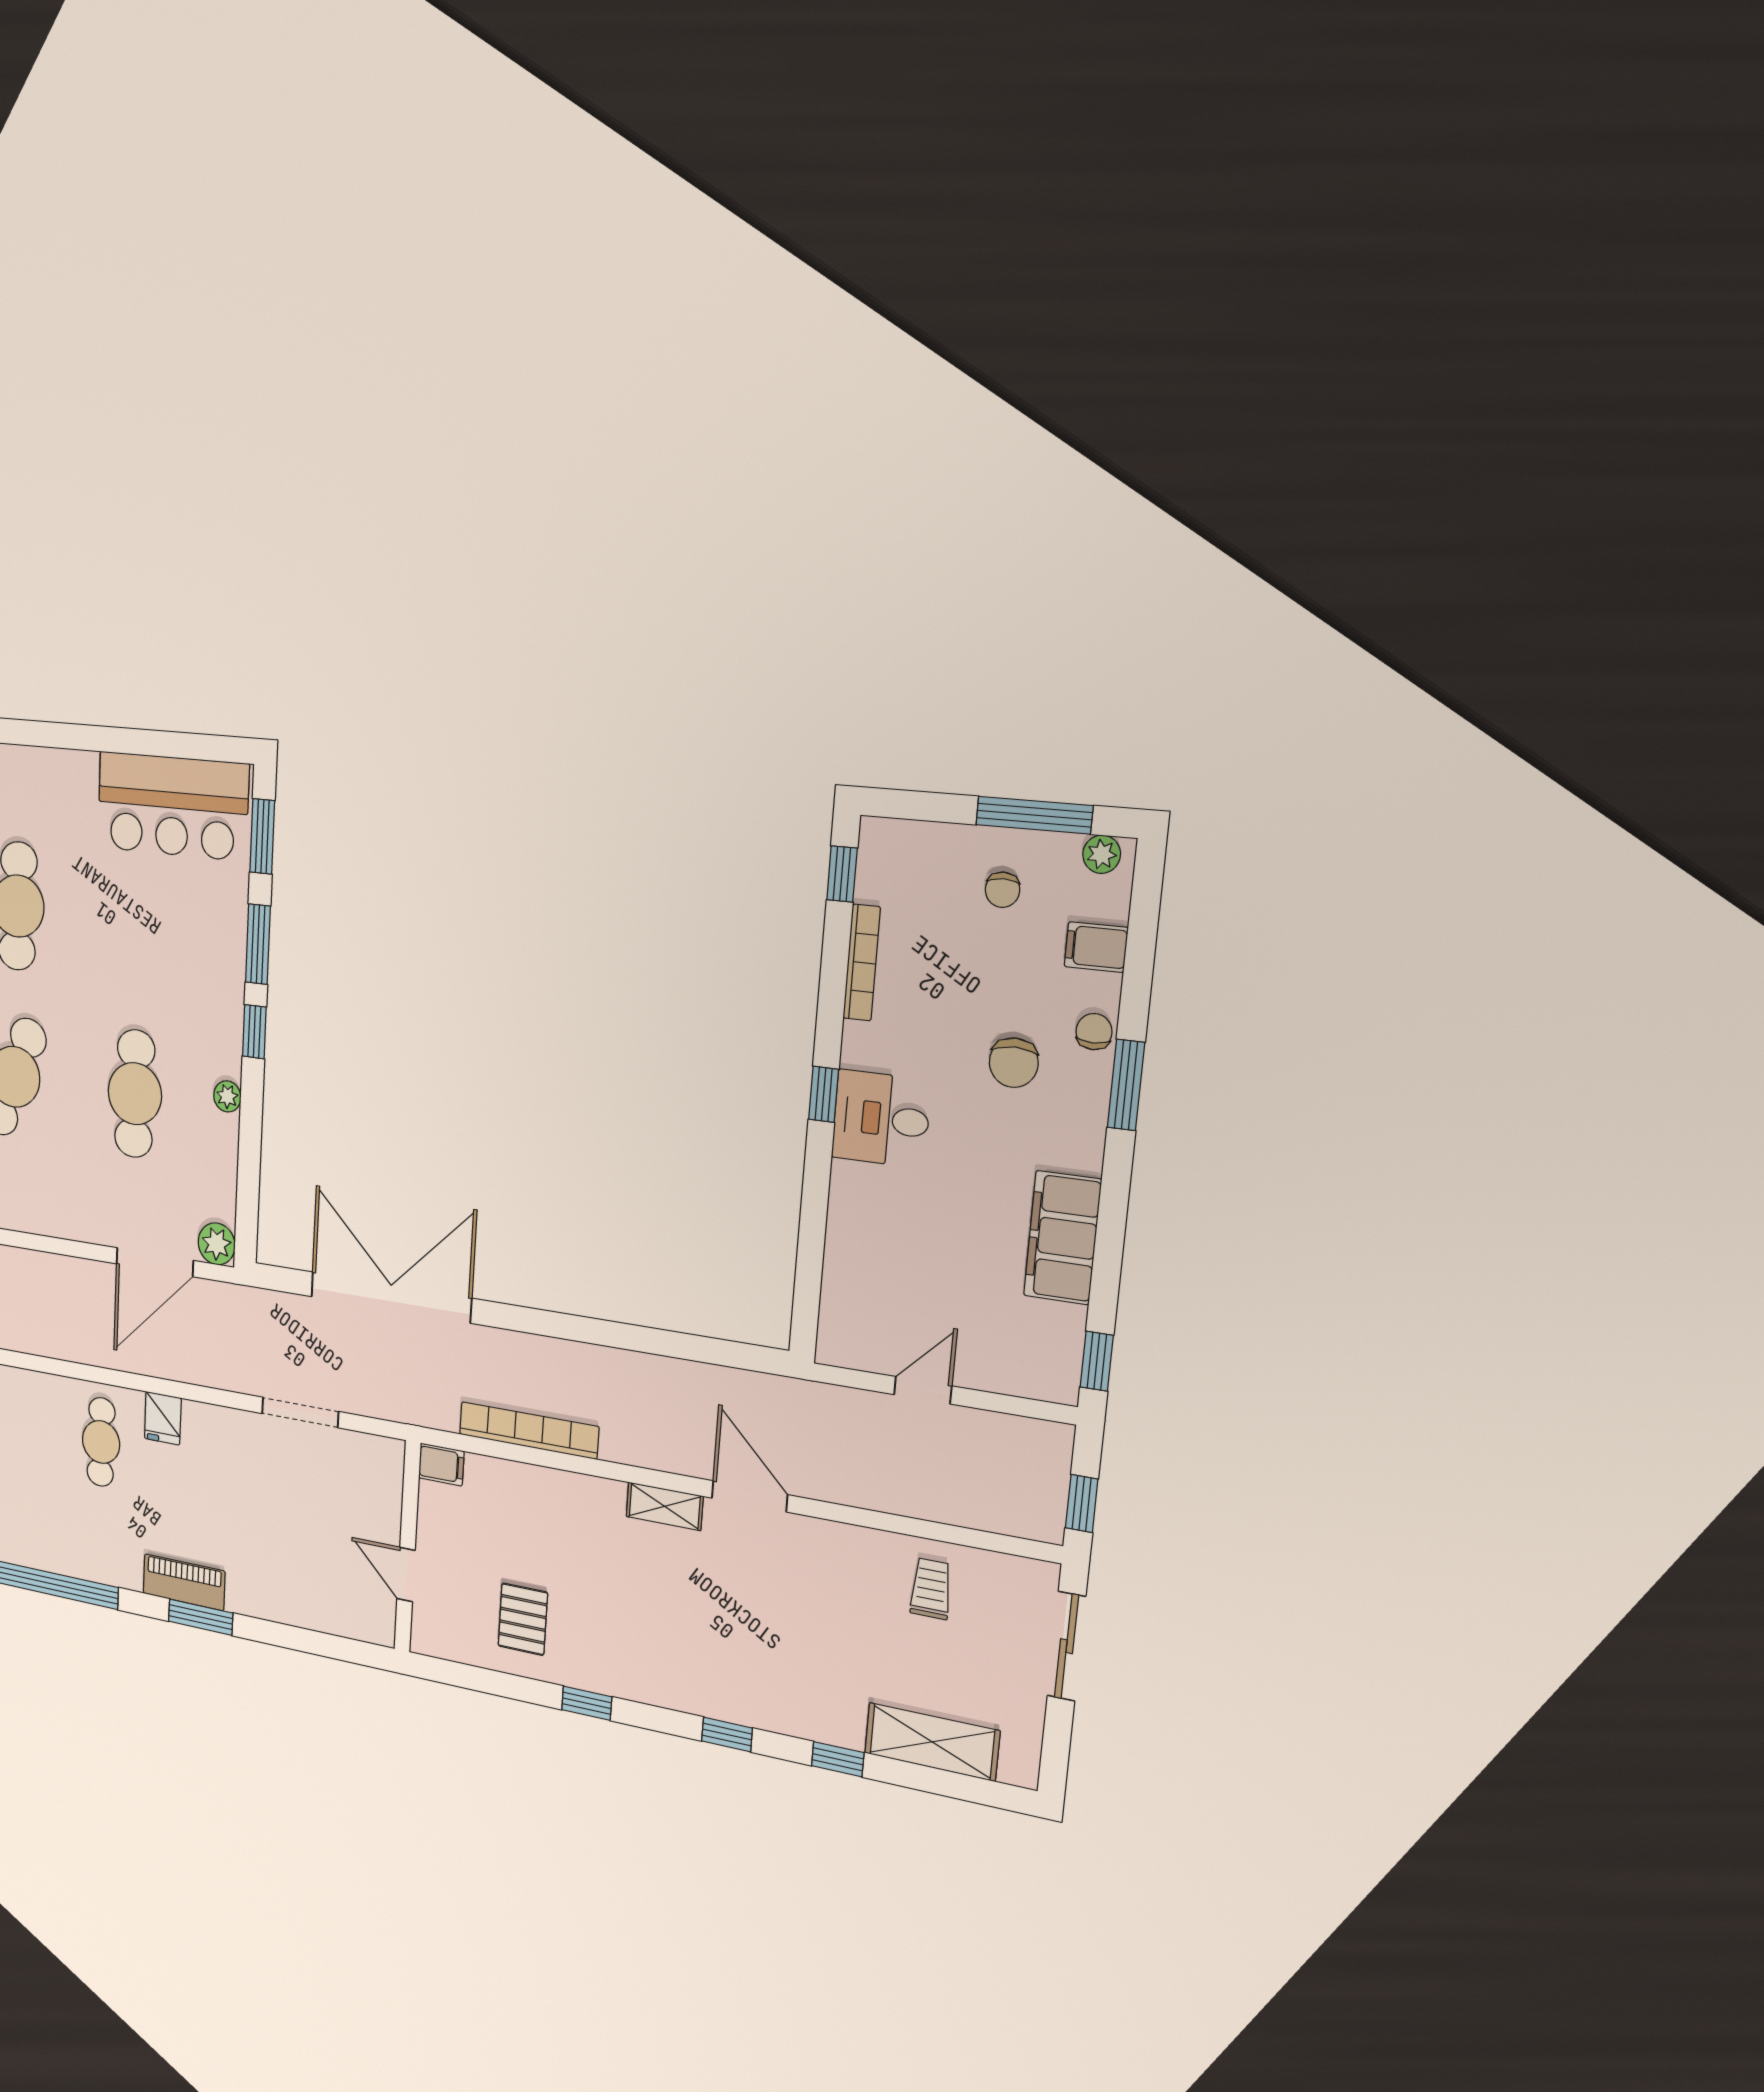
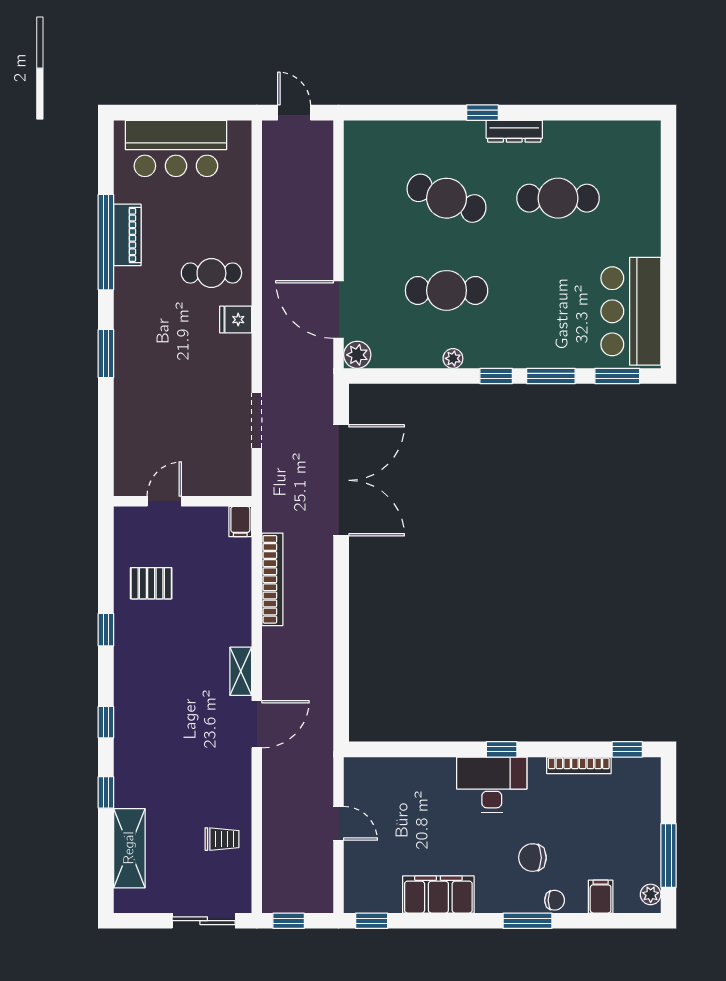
chair: (1003, 890) -> (627, 842), removed
desk: (881, 1119) -> (492, 785), width x1.37
piano: (184, 1582) -> (127, 235), moved

